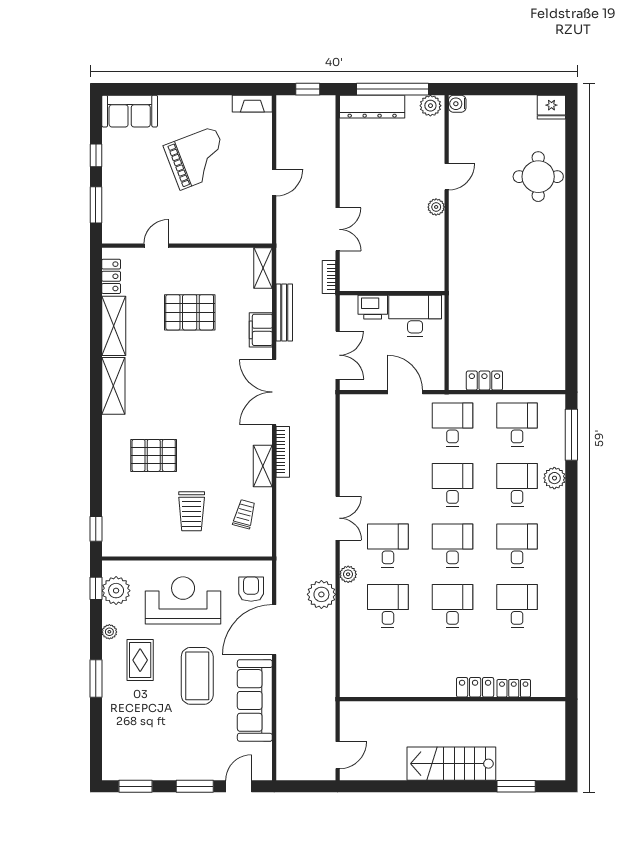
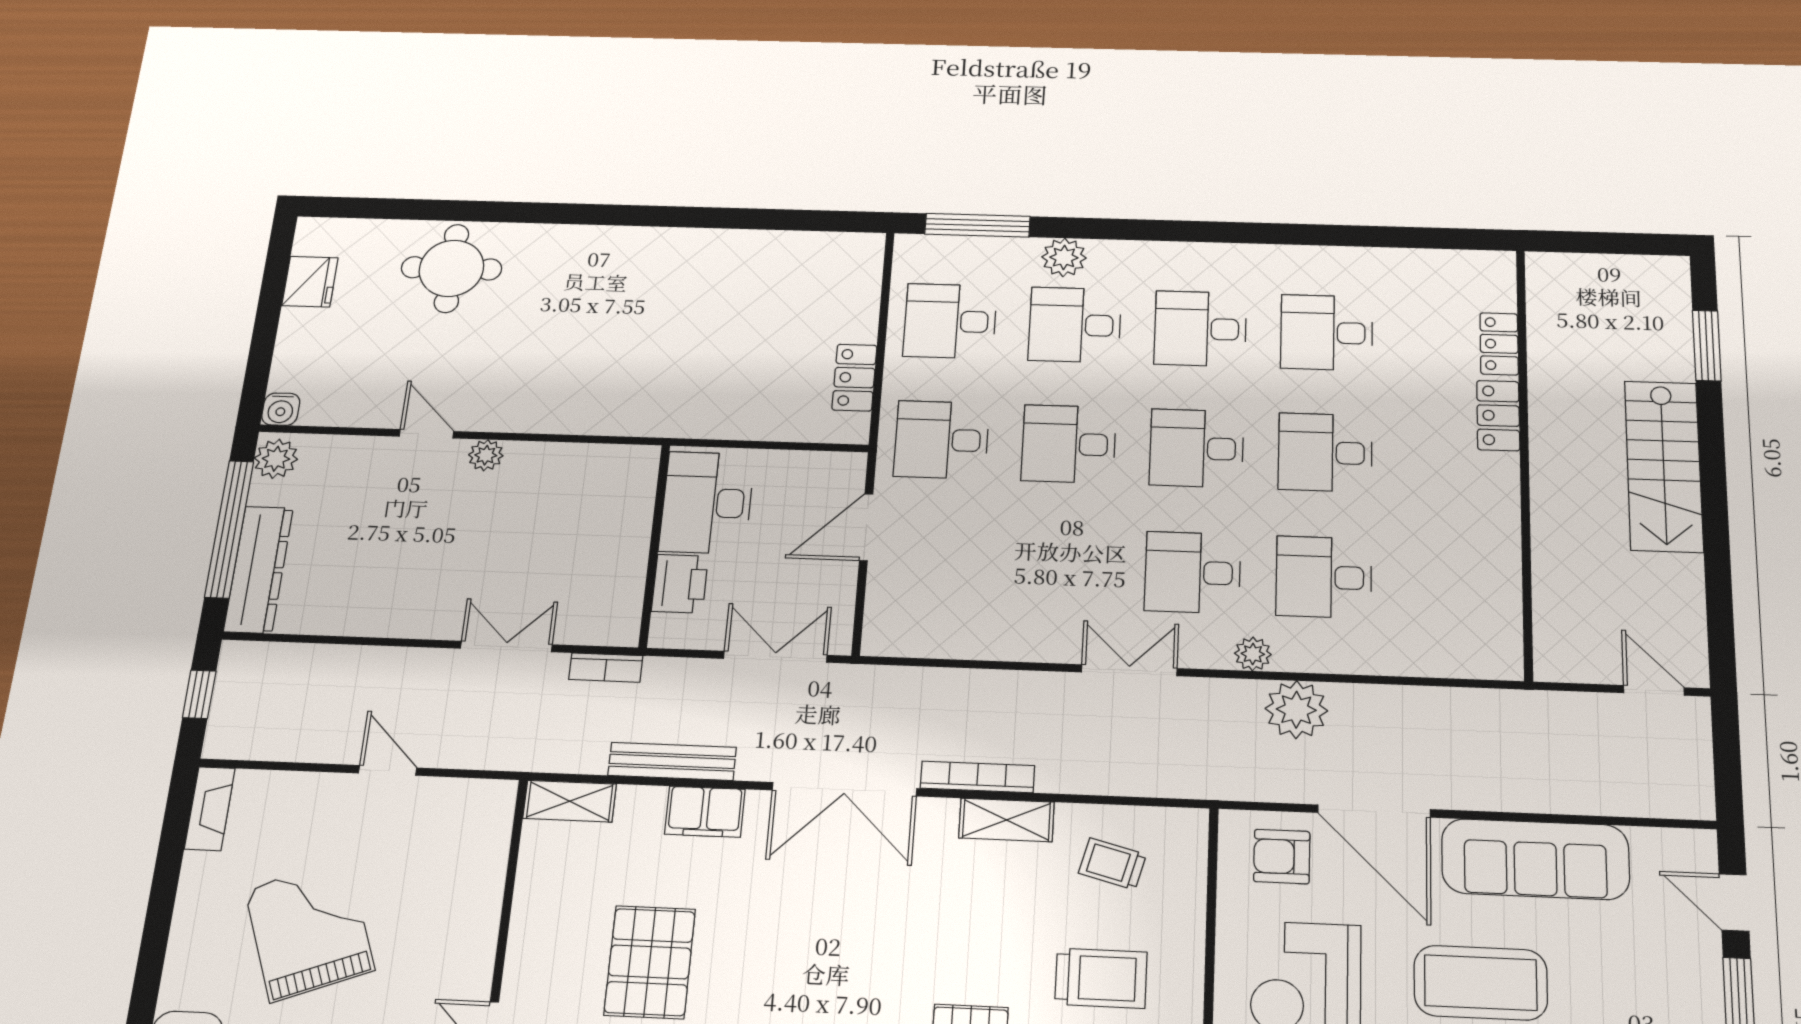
fridge: (551, 107) -> (310, 282), moved

